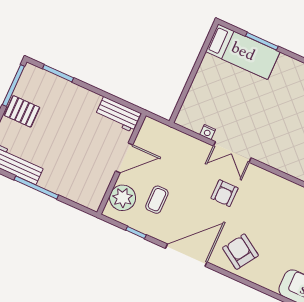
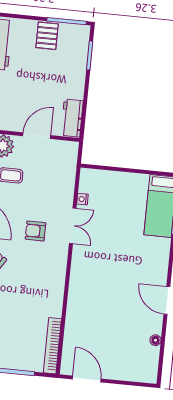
double door: (232, 152) -> (73, 226), swing flipped
door: (124, 158) -> (37, 136), swing flipped

